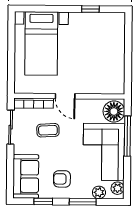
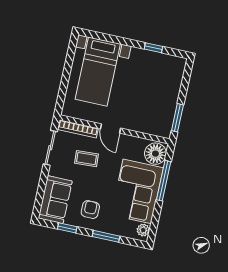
window: (128, 72) -> (177, 118), added
armchair: (62, 179) -> (90, 210), turned 90
plant: (99, 192) -> (124, 230), removed

